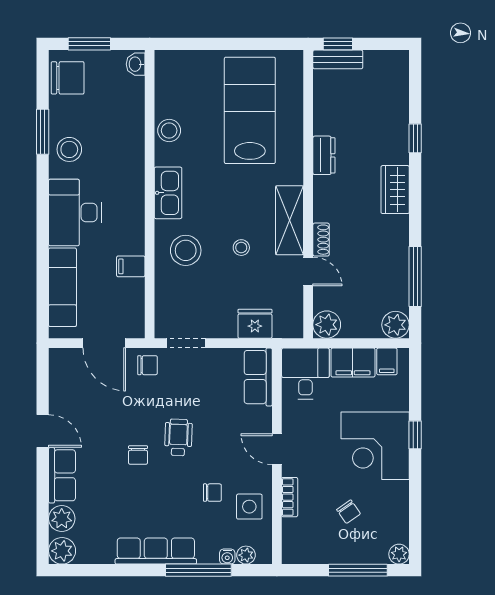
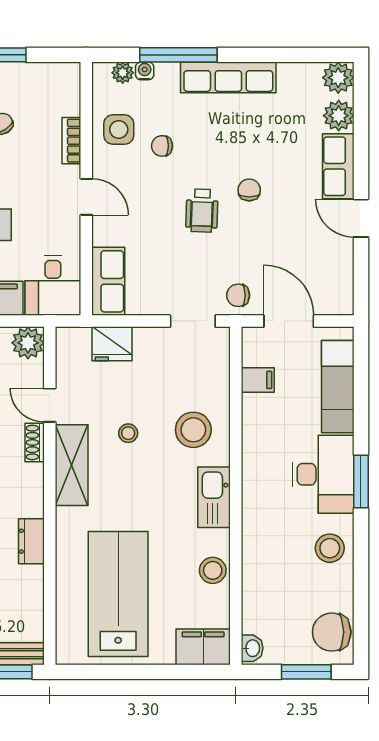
filing cabinet: (177, 65) -> (203, 647), added
lab bench: (250, 110) -> (118, 594), turned 180
window: (43, 132) -> (361, 481), moved
filing cabinet: (131, 266) -> (258, 380), moved

